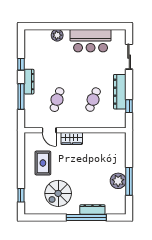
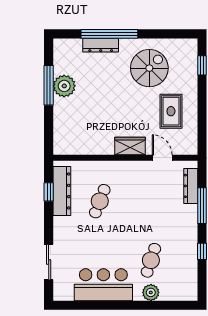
dresser: (29, 82) -> (191, 186), moved
dresser: (120, 92) -> (62, 191), moved
cafe table: (57, 100) -> (151, 260), moved

